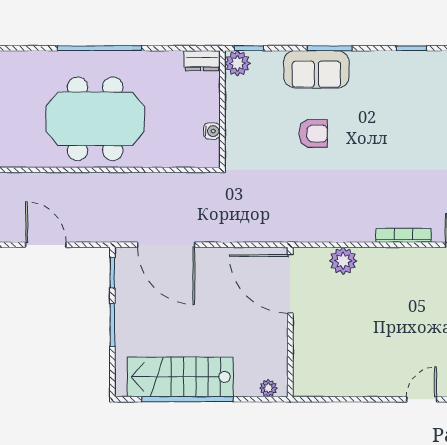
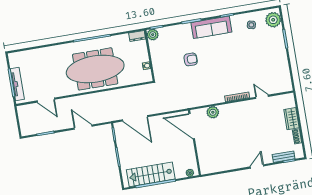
sofa: (316, 69) -> (211, 27), moved, width x1.36
meeting table: (95, 119) -> (95, 69), width x1.36

